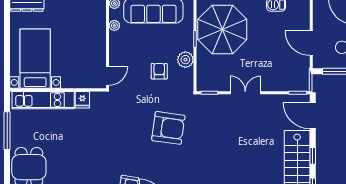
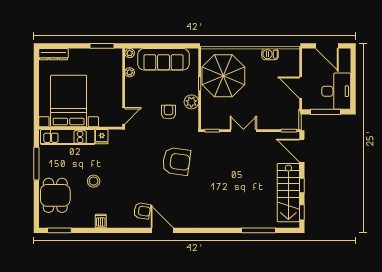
bed with nightstands: (35, 59) -> (69, 101), width x1.36
stool: (73, 151) -> (94, 181), added

